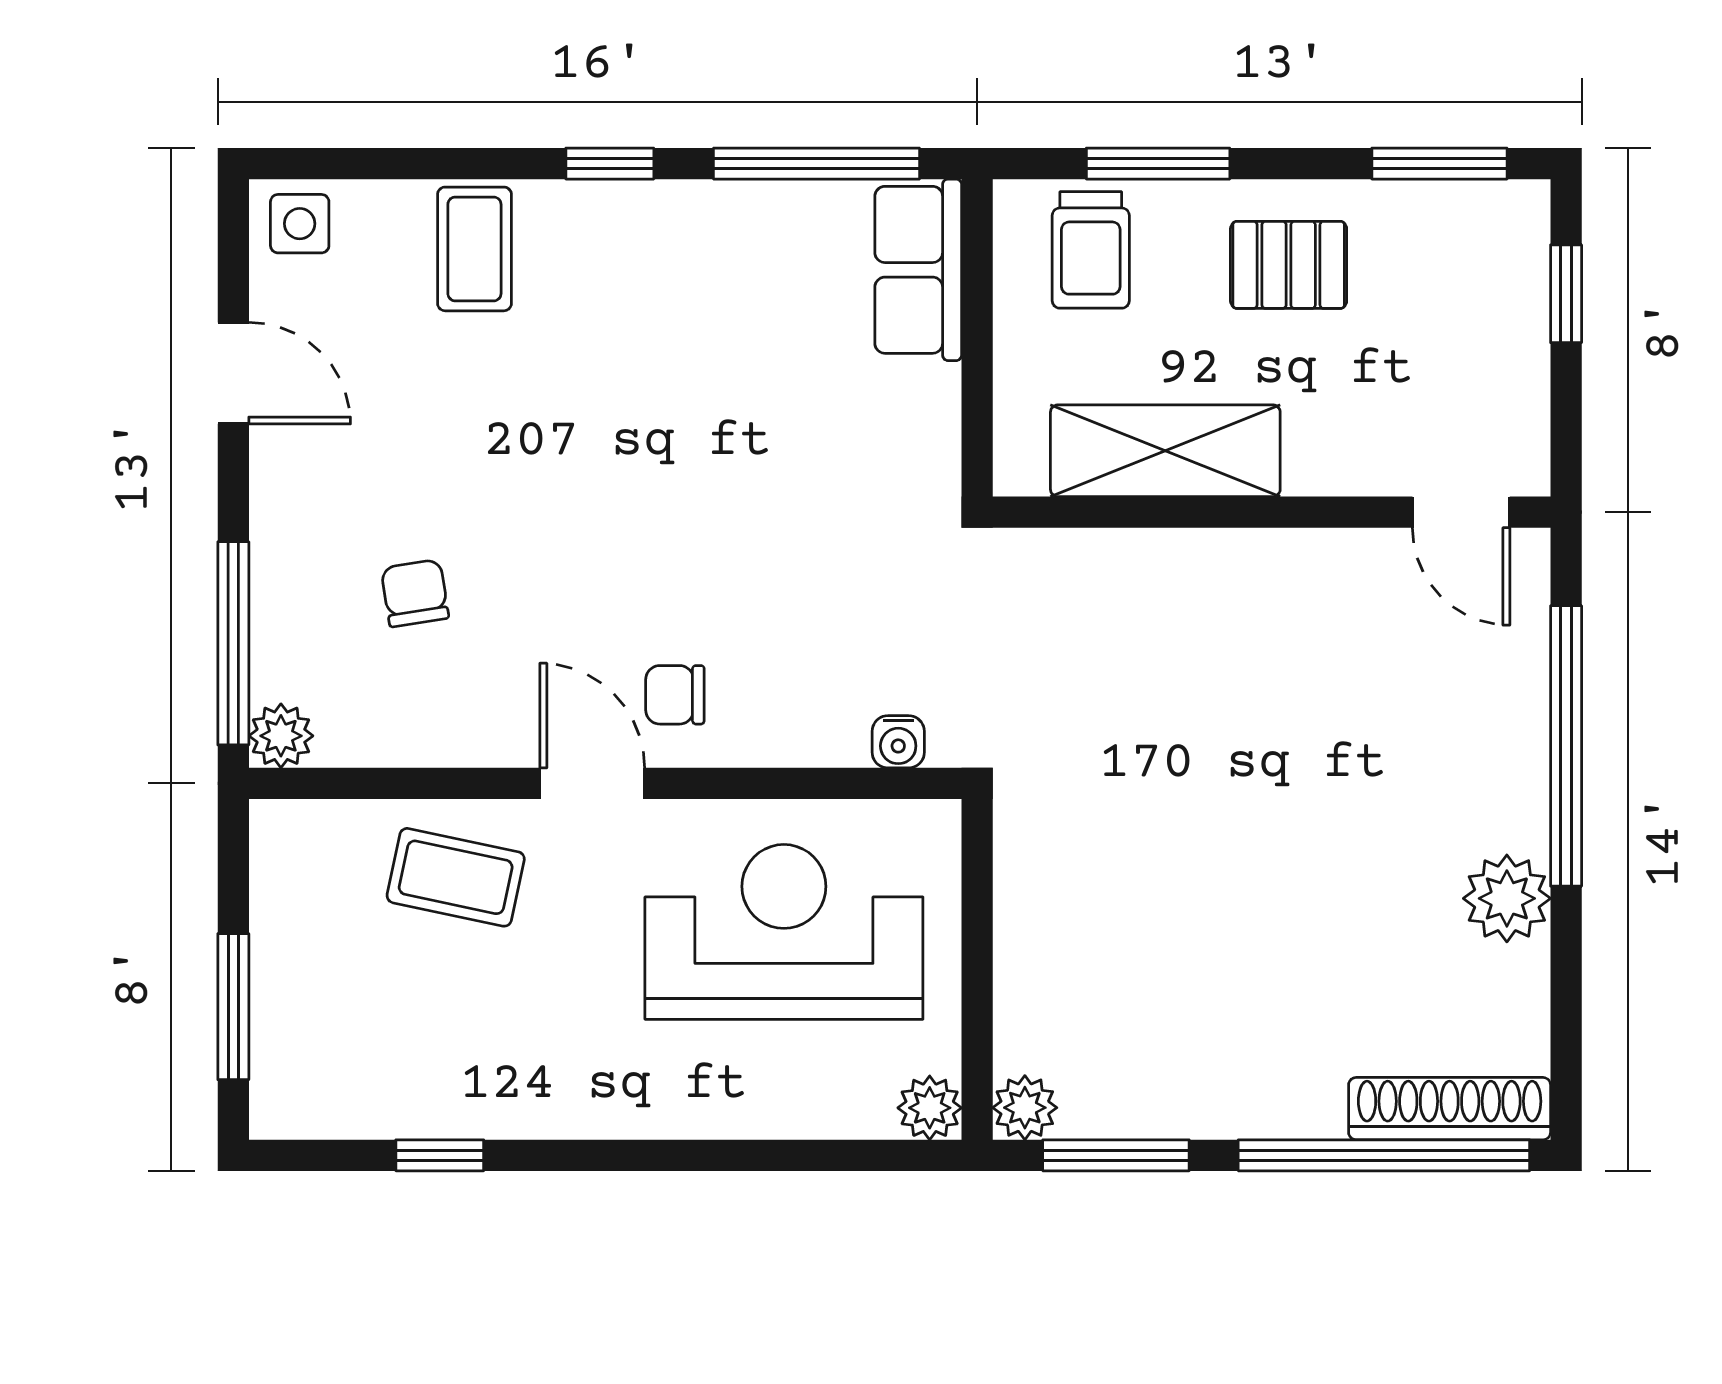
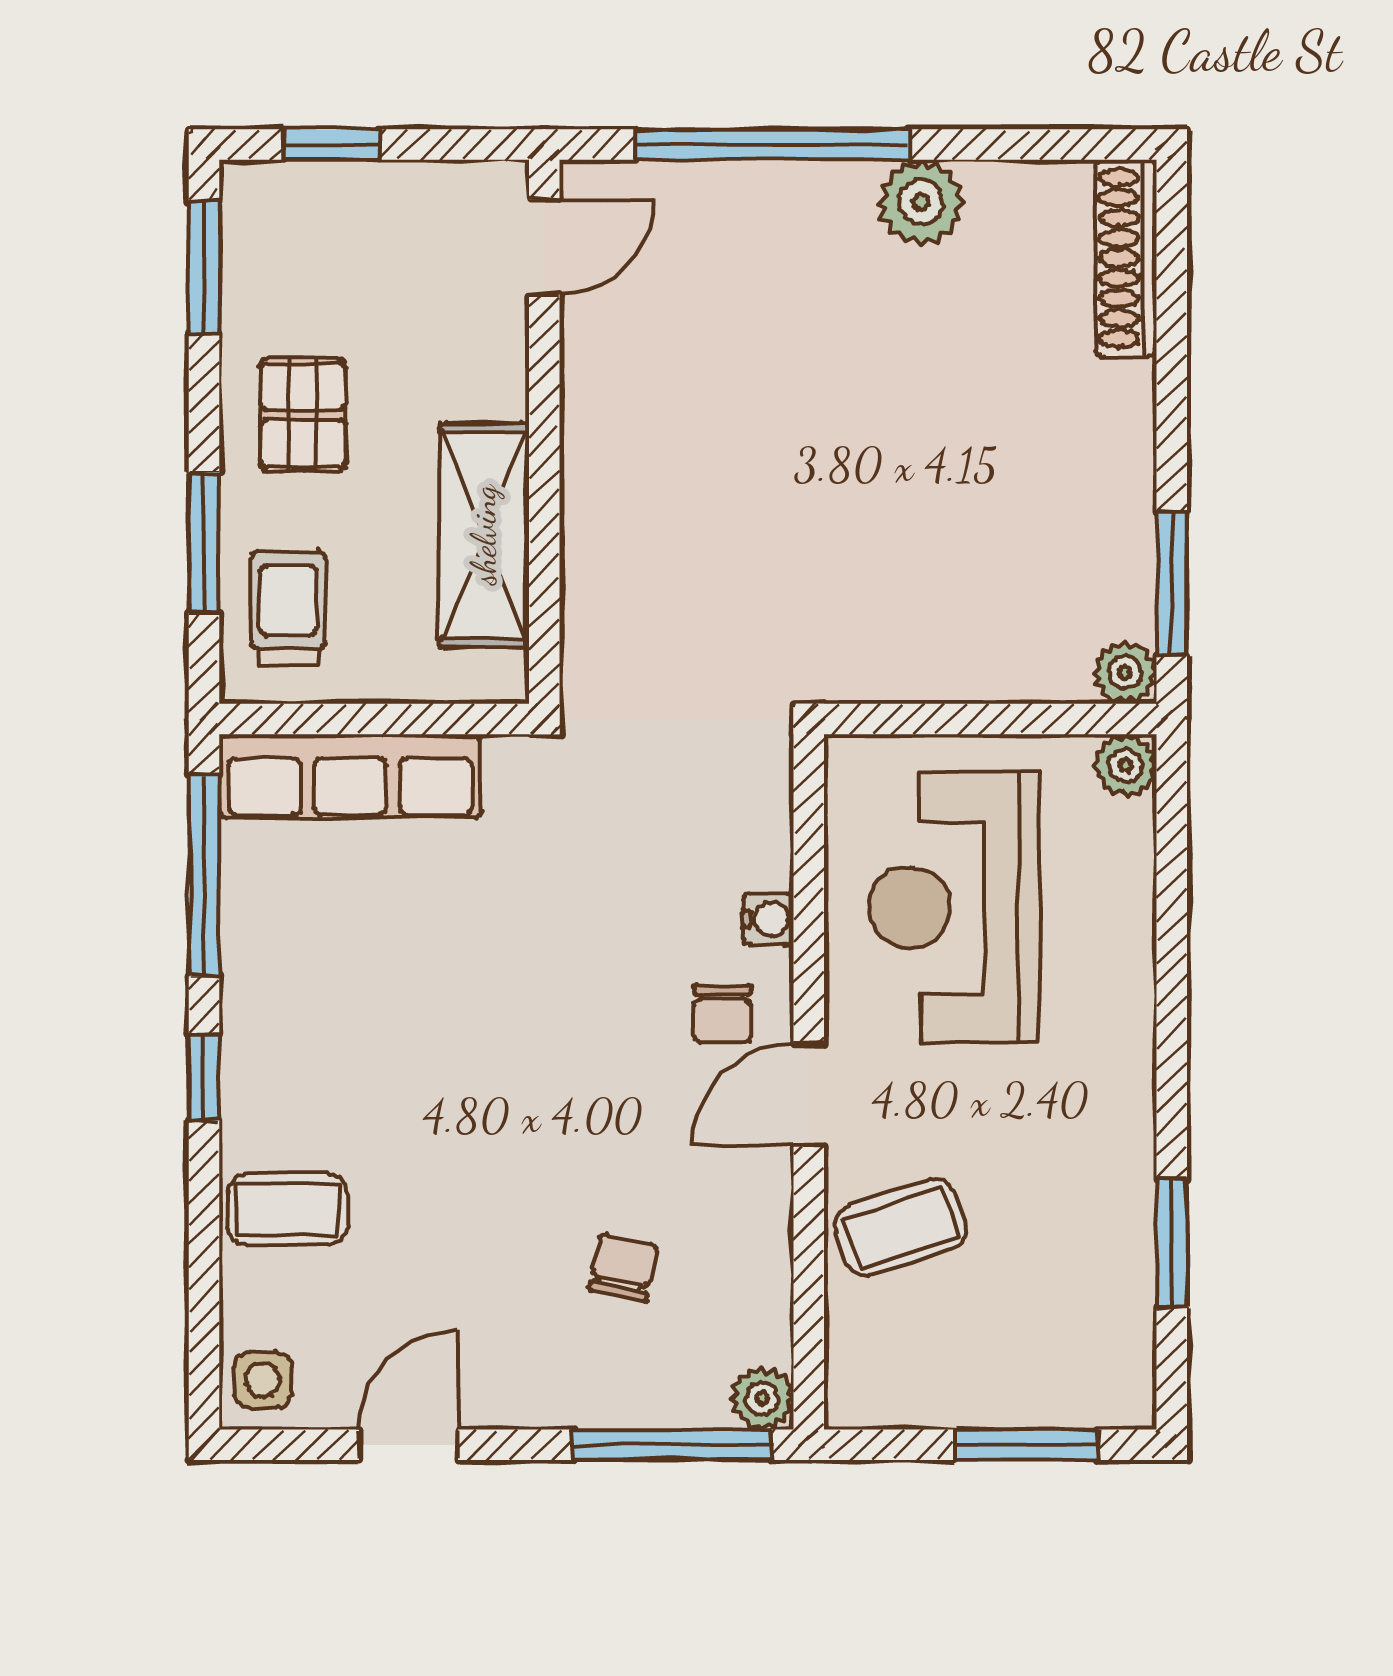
trolley: (1091, 250) -> (288, 608), turned -90
row of seats: (918, 270) -> (350, 776), width x1.48
chair: (415, 593) -> (623, 1268), turned 111
water cooler: (898, 742) -> (768, 919), moved
coffee table: (456, 877) -> (900, 1228), turned 60
window: (440, 1155) -> (1172, 1243), width x1.50
window: (1384, 1155) -> (1172, 322), removed

